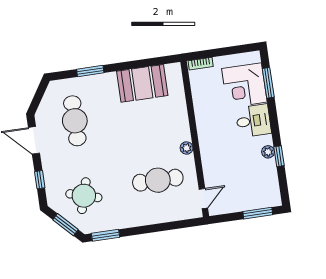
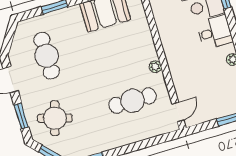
window: (40, 180) -> (21, 116), width x1.50
round table: (84, 196) -> (55, 118), moved

